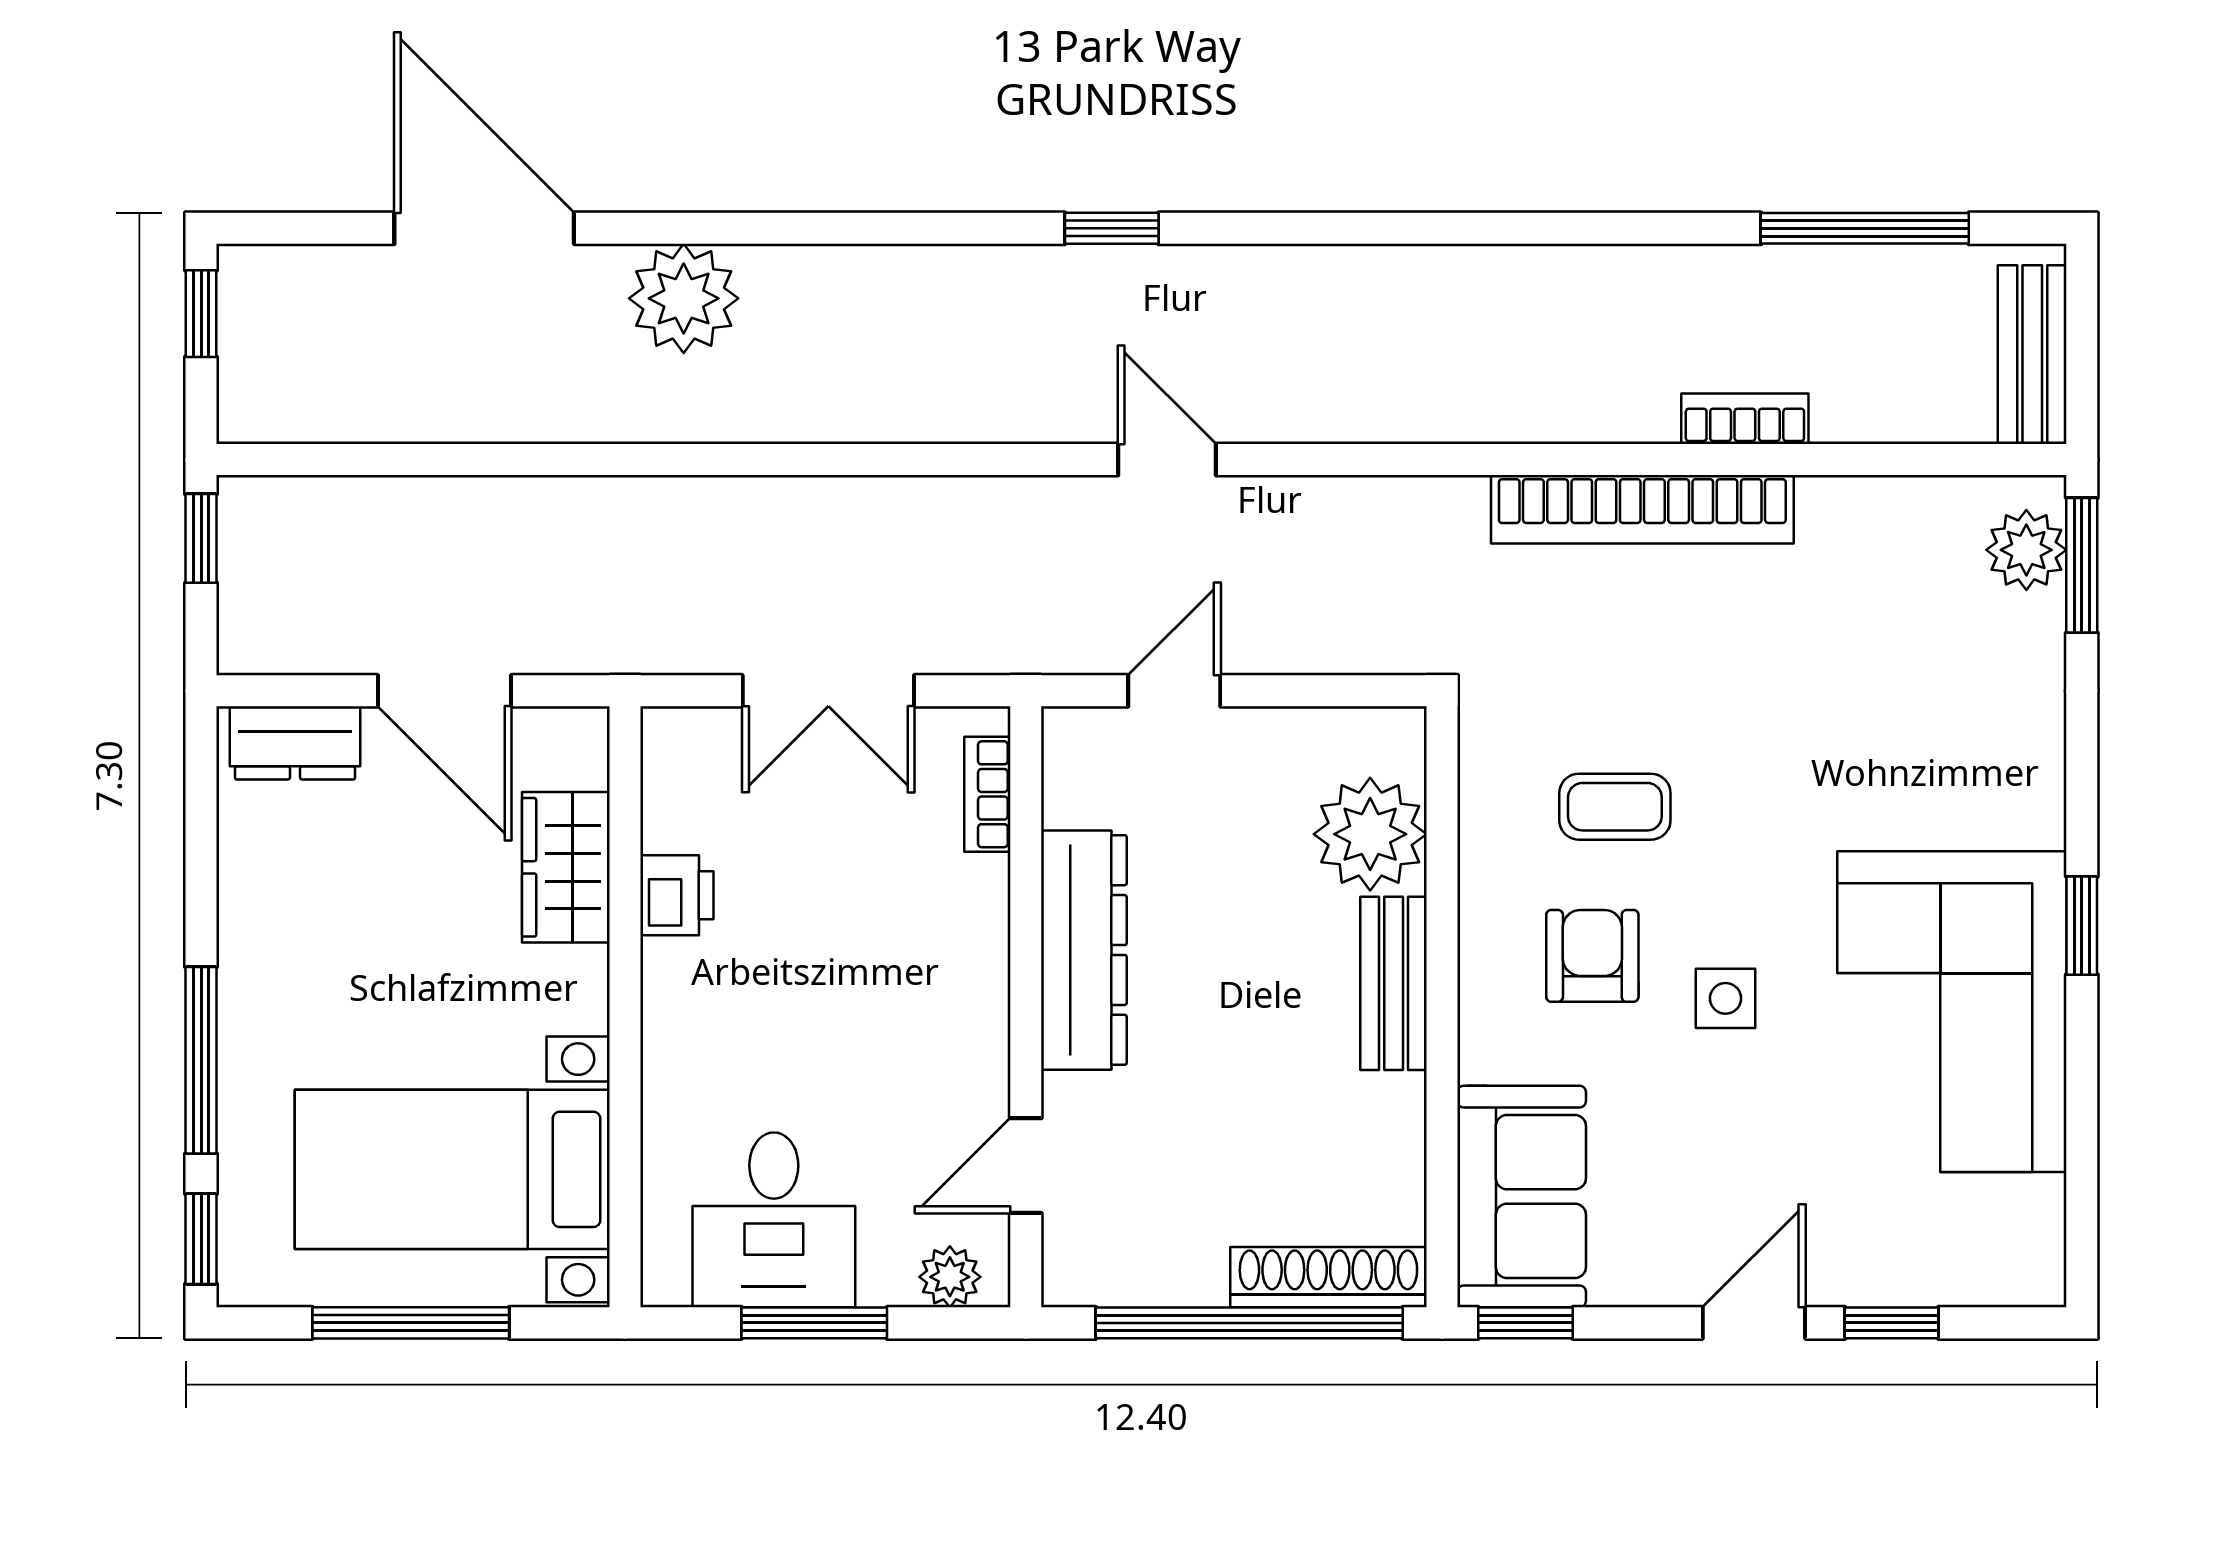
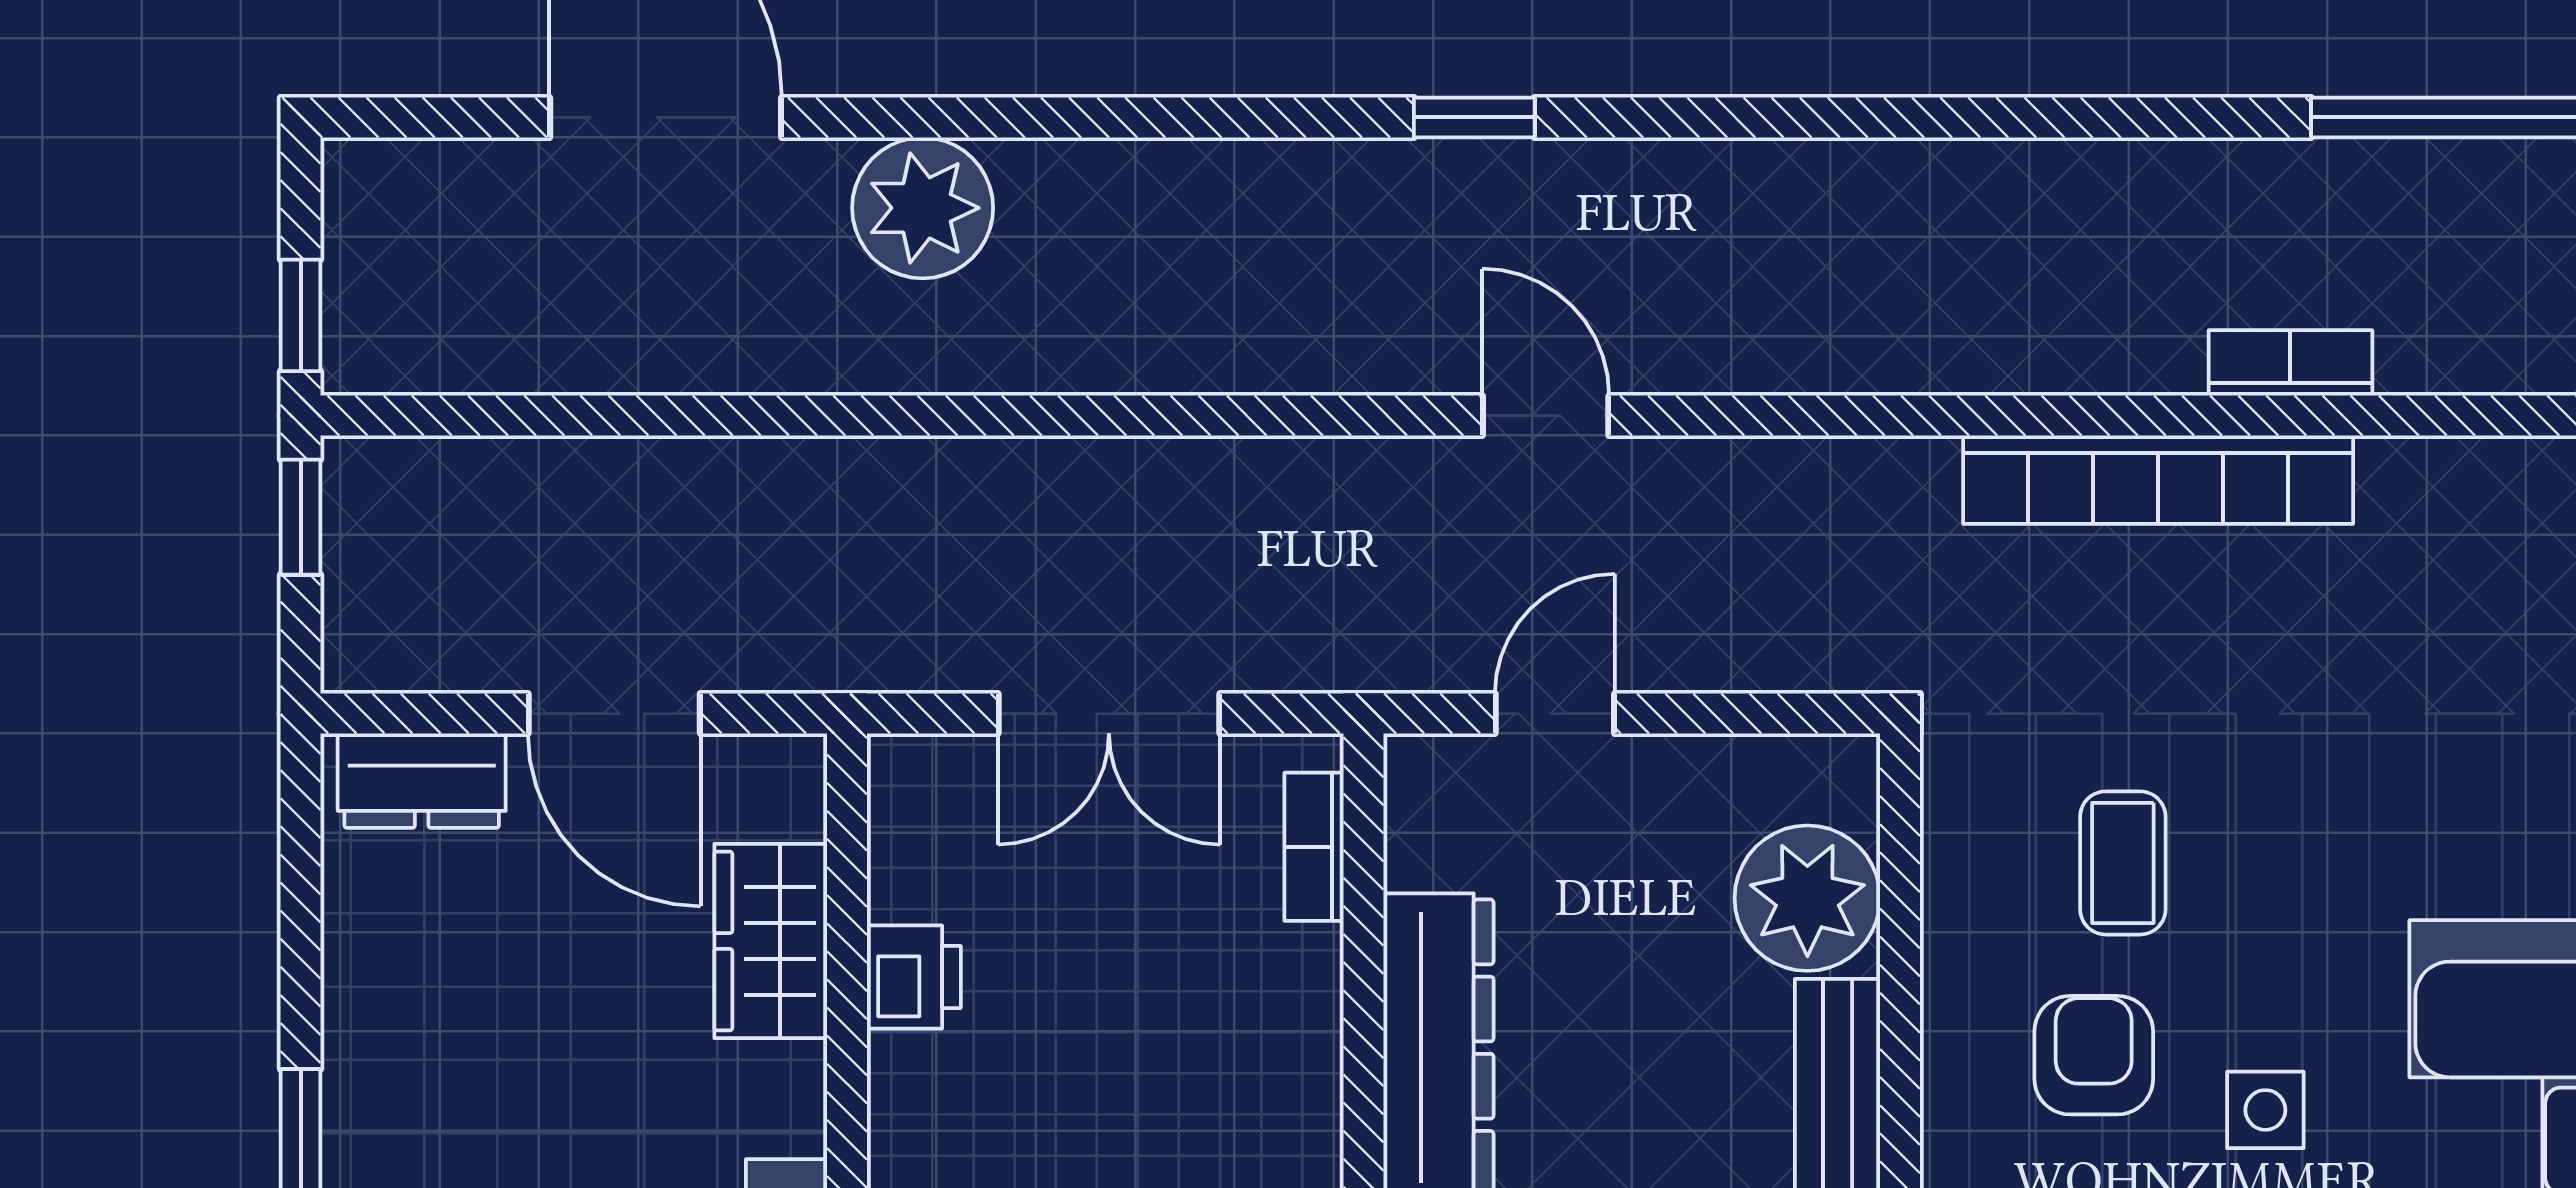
window: (201, 314) -> (301, 315), moved
coffee table: (1615, 807) -> (2123, 863), turned 90

